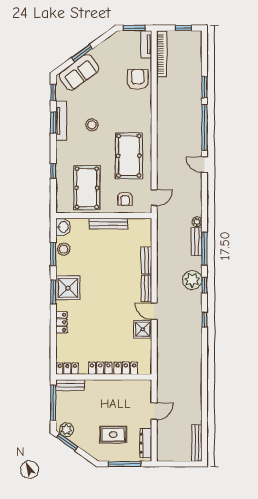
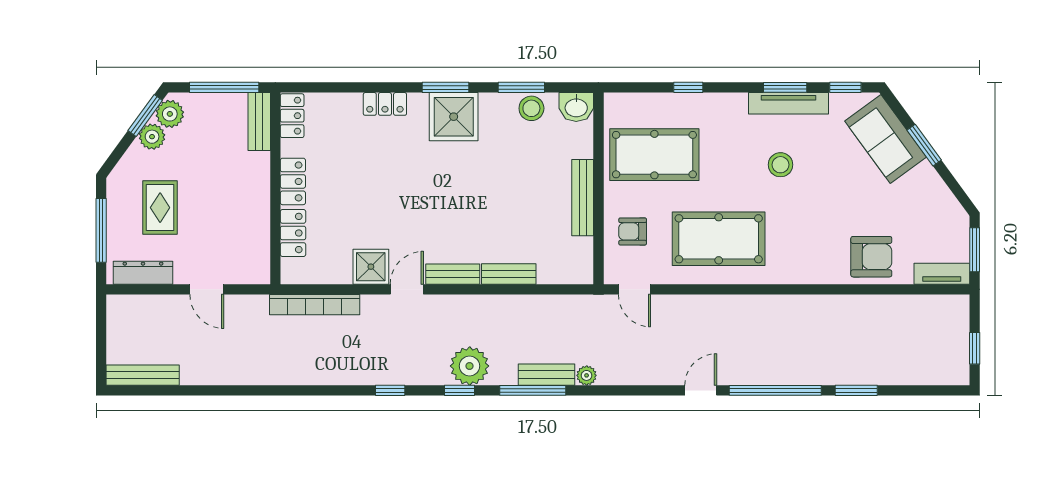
bookcase: (162, 54) -> (315, 305), moved
plant: (78, 439) -> (152, 137), added

